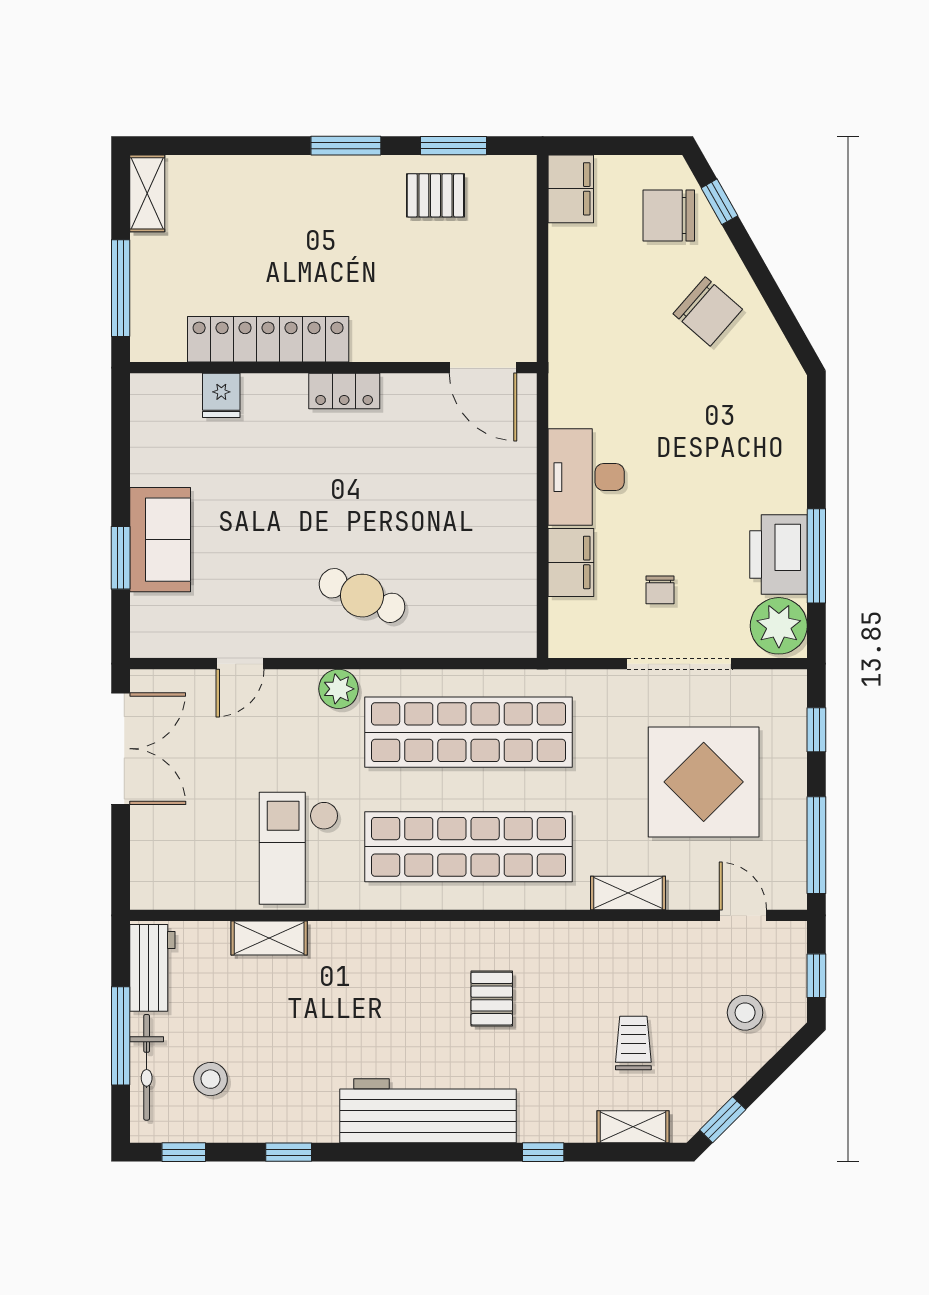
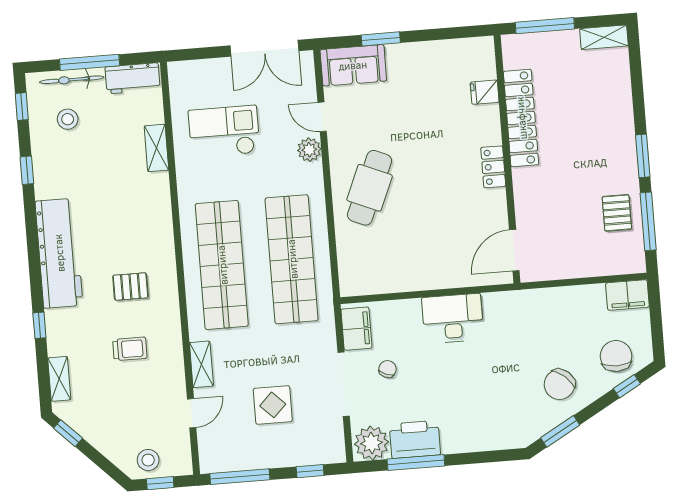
window: (453, 146) -> (648, 221), width x1.44
window: (784, 317) -> (560, 431), added
sofa: (160, 540) -> (353, 65), moved
filing cabinet: (571, 562) -> (356, 329), moved, turned -90
chair: (660, 590) -> (388, 369), turned 112
cafe table: (362, 596) -> (370, 188), width x1.37, depth x1.35
plant: (338, 689) -> (309, 150), moved
display table: (704, 782) -> (273, 405), width x0.54, depth x0.54
checkout: (299, 848) -> (224, 131), moved
door: (743, 915) -> (192, 413), moved
stool: (745, 1013) -> (148, 460), moved
trolley: (633, 1043) -> (130, 349), moved

